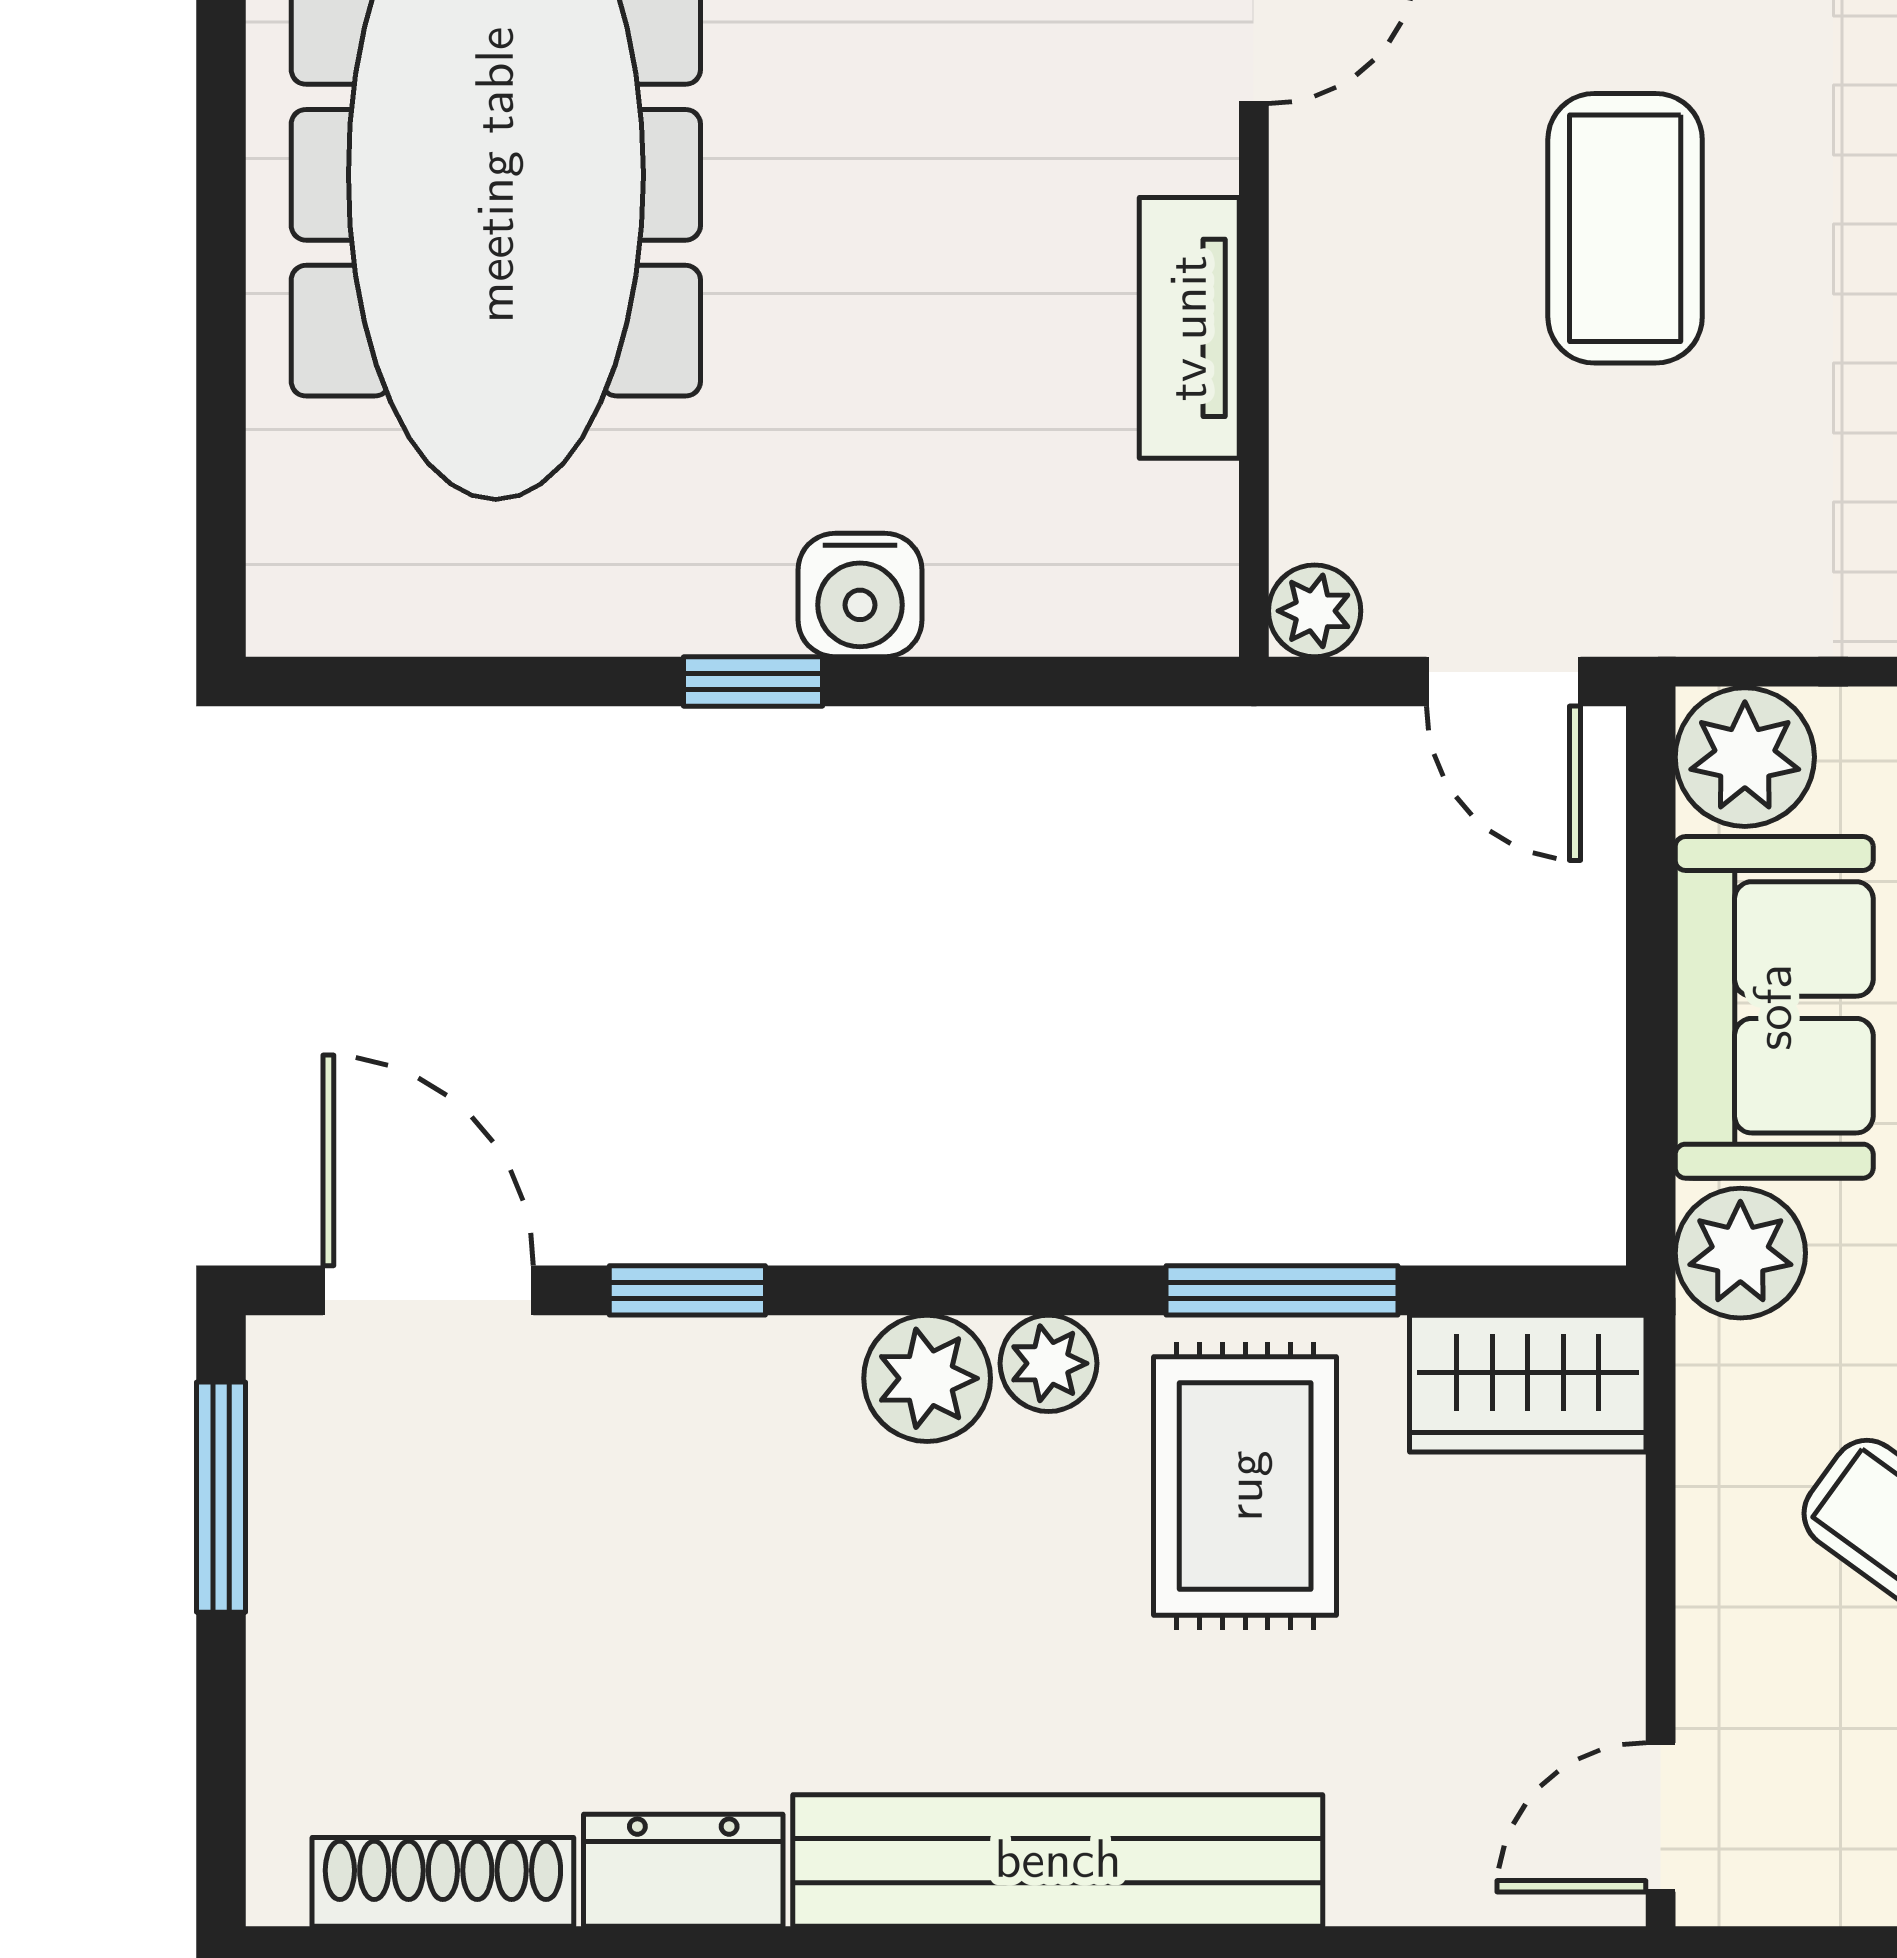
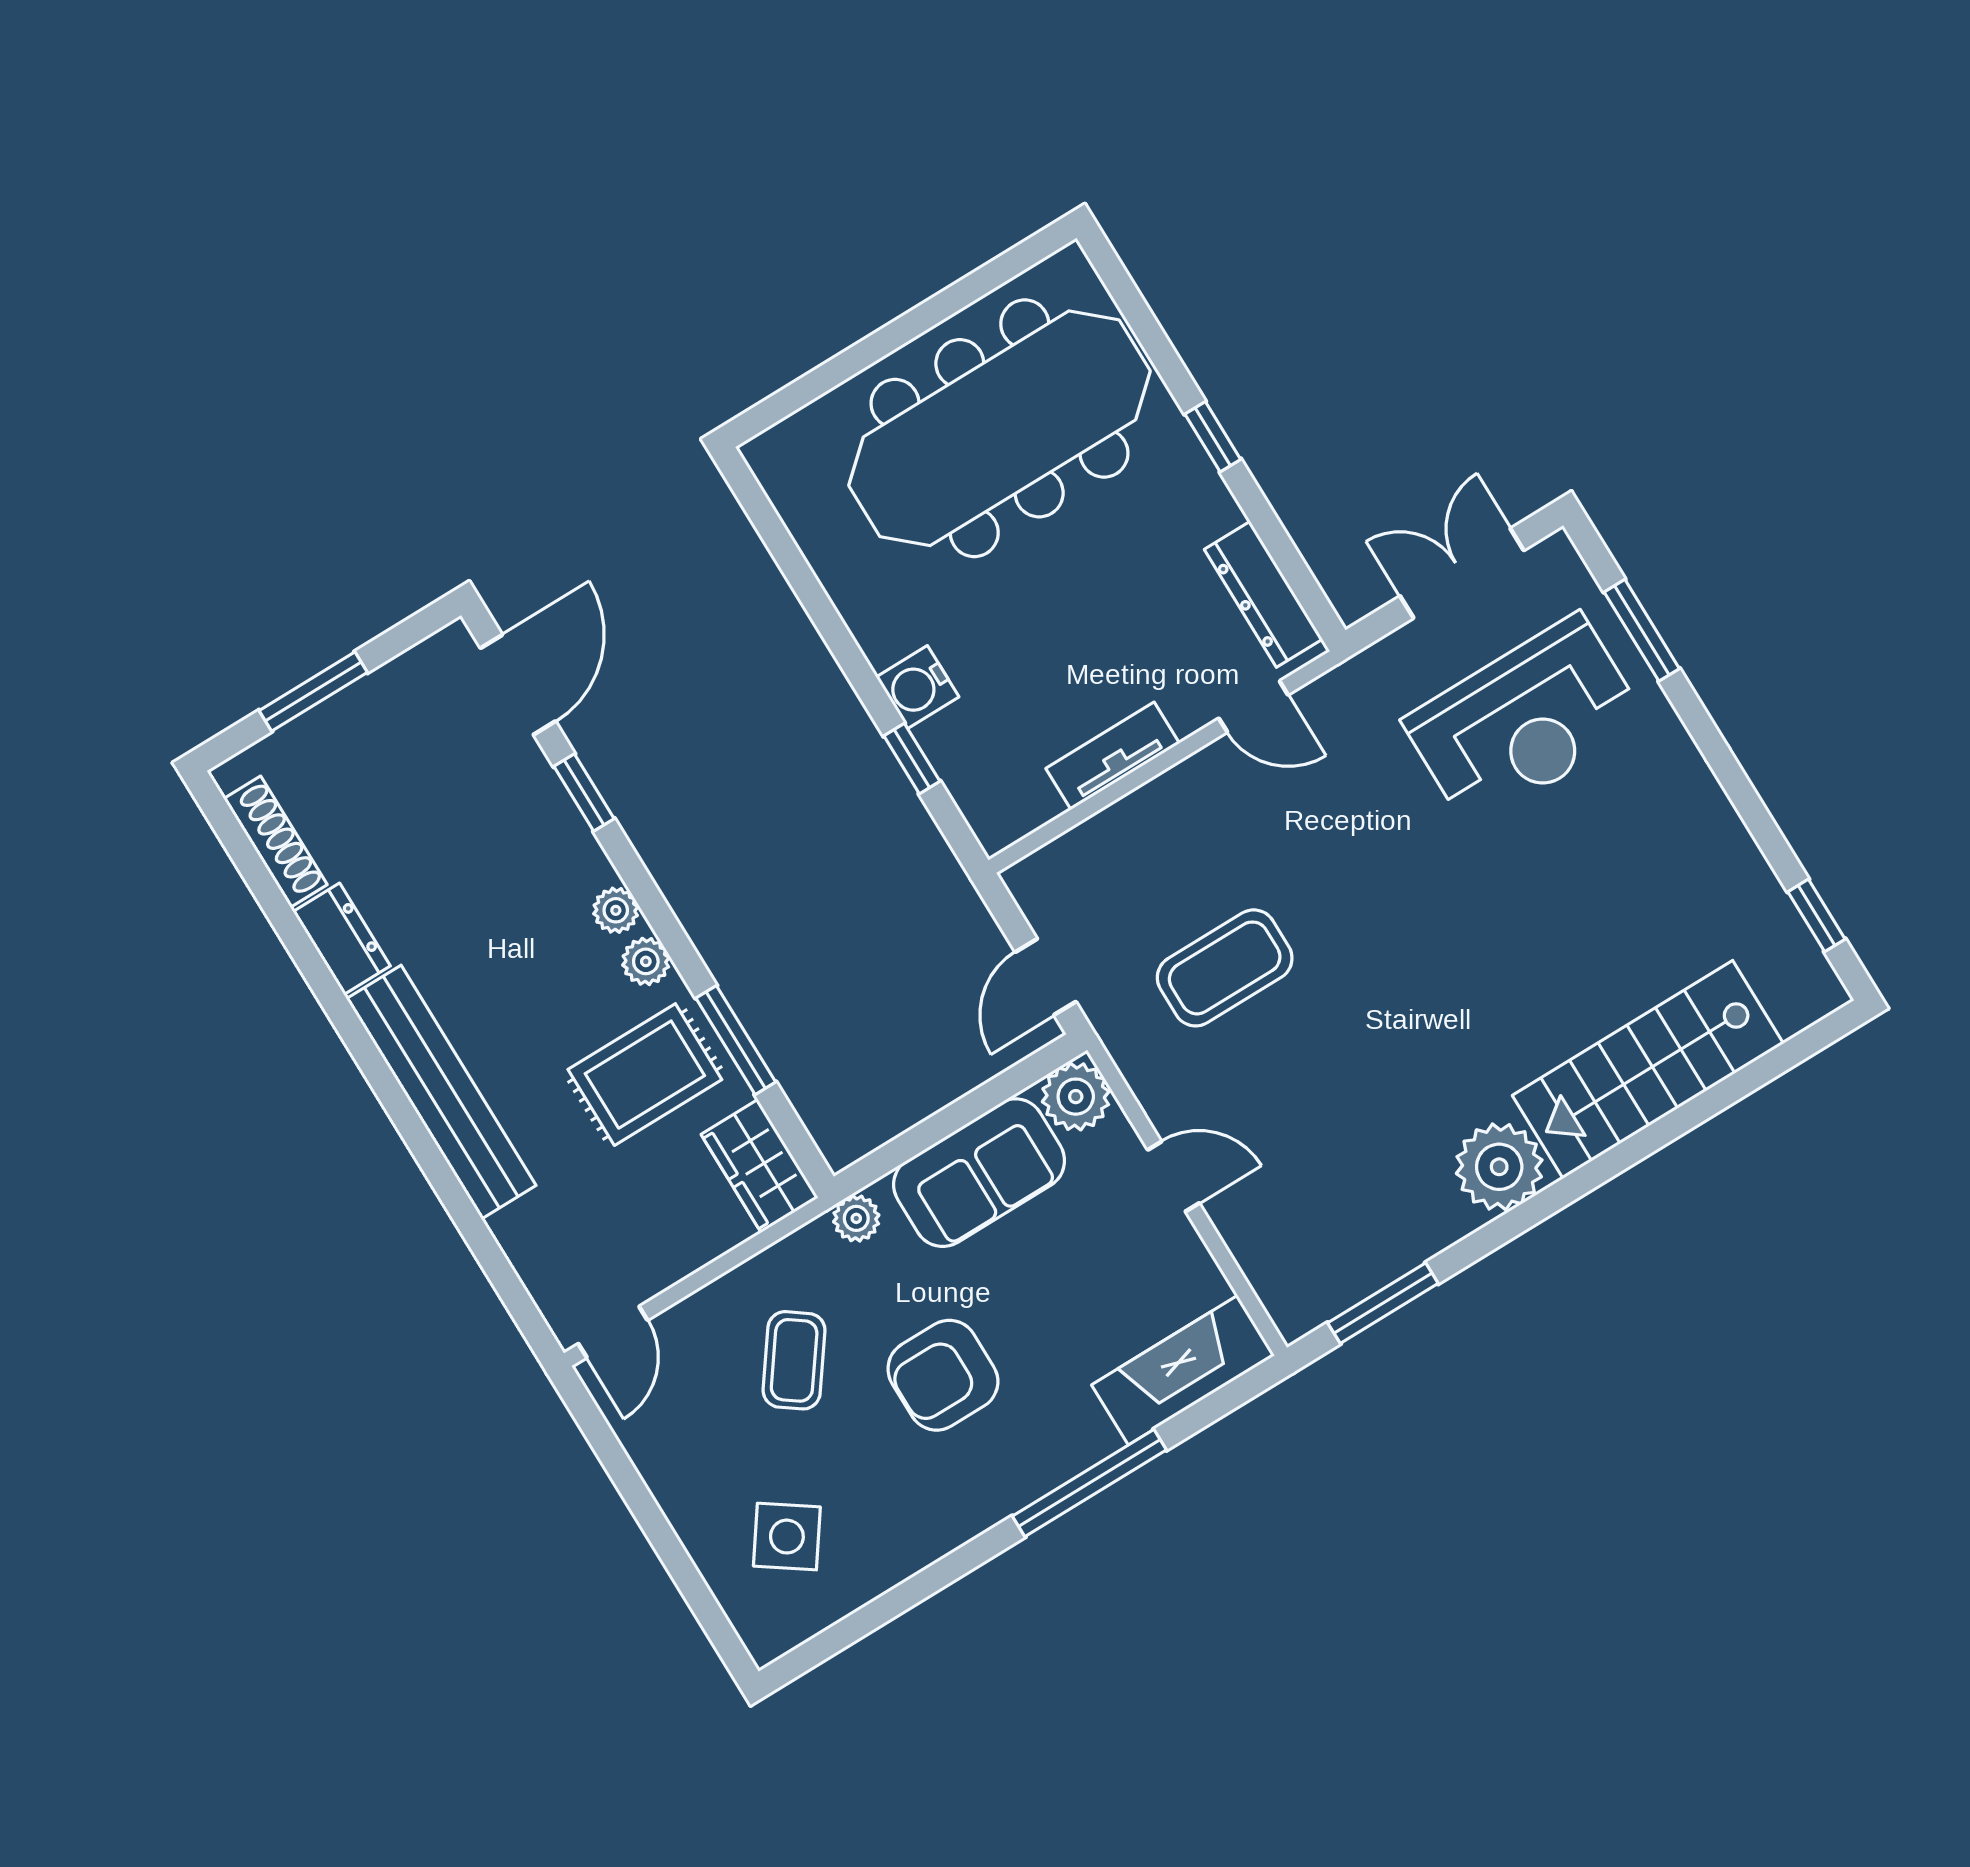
coffee table: (1625, 228) -> (1225, 968), moved
plant: (1315, 611) -> (1027, 880), removed
window: (753, 682) -> (912, 759), moved
plant: (1740, 1253) -> (856, 1218), width x0.73, depth x0.73
plant: (927, 1378) -> (616, 910), width x0.73, depth x0.73
window: (221, 1497) -> (313, 691), moved
door: (1661, 1817) -> (613, 1332), swing flipped

